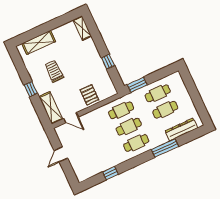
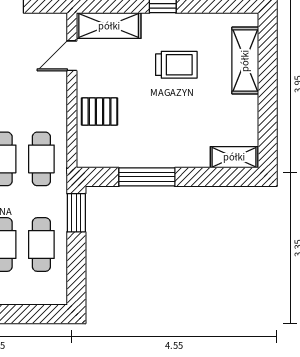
window: (108, 62) -> (147, 177), width x2.17

